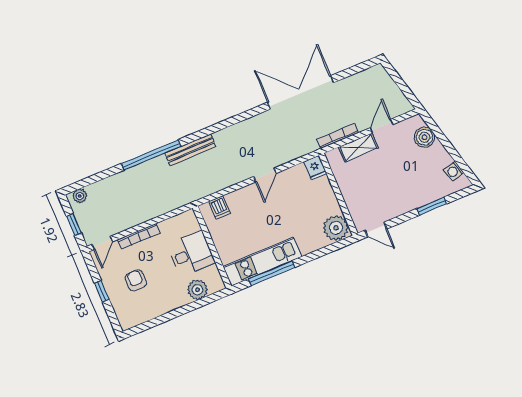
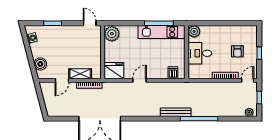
fridge: (315, 168) -> (114, 71), width x1.88, depth x1.34
plant: (197, 290) -> (194, 31), moved

